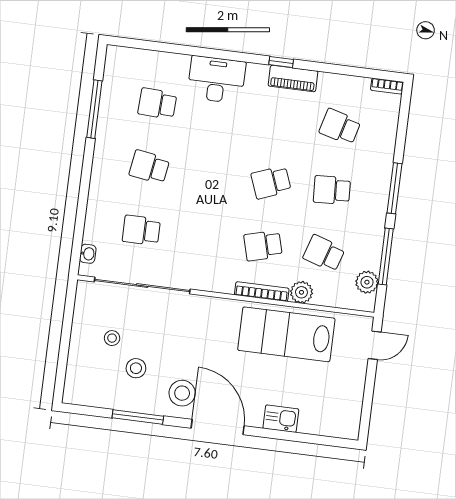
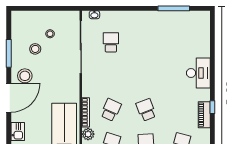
school desk: (157, 104) -> (181, 42), removed
school desk: (149, 167) -> (146, 42), removed
school desk: (263, 246) -> (111, 110), turned 39

